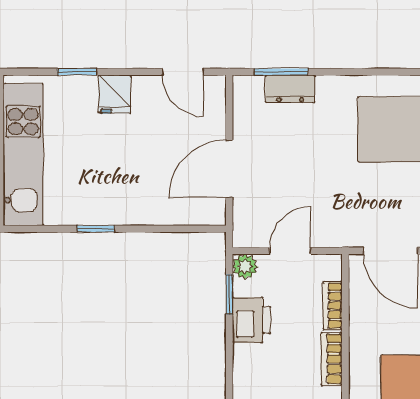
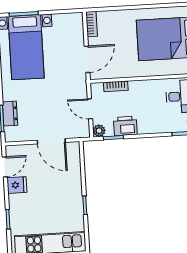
fridge: (115, 94) -> (17, 185), moved
bookcase: (332, 359) -> (142, 85), removed

